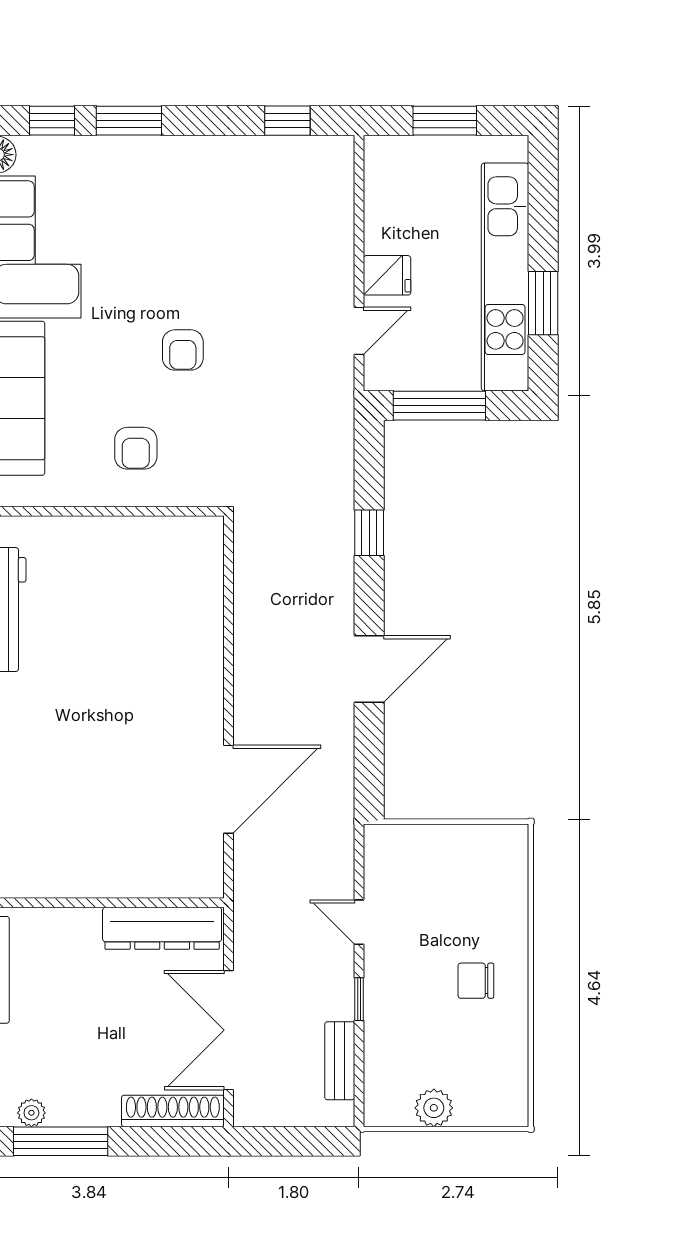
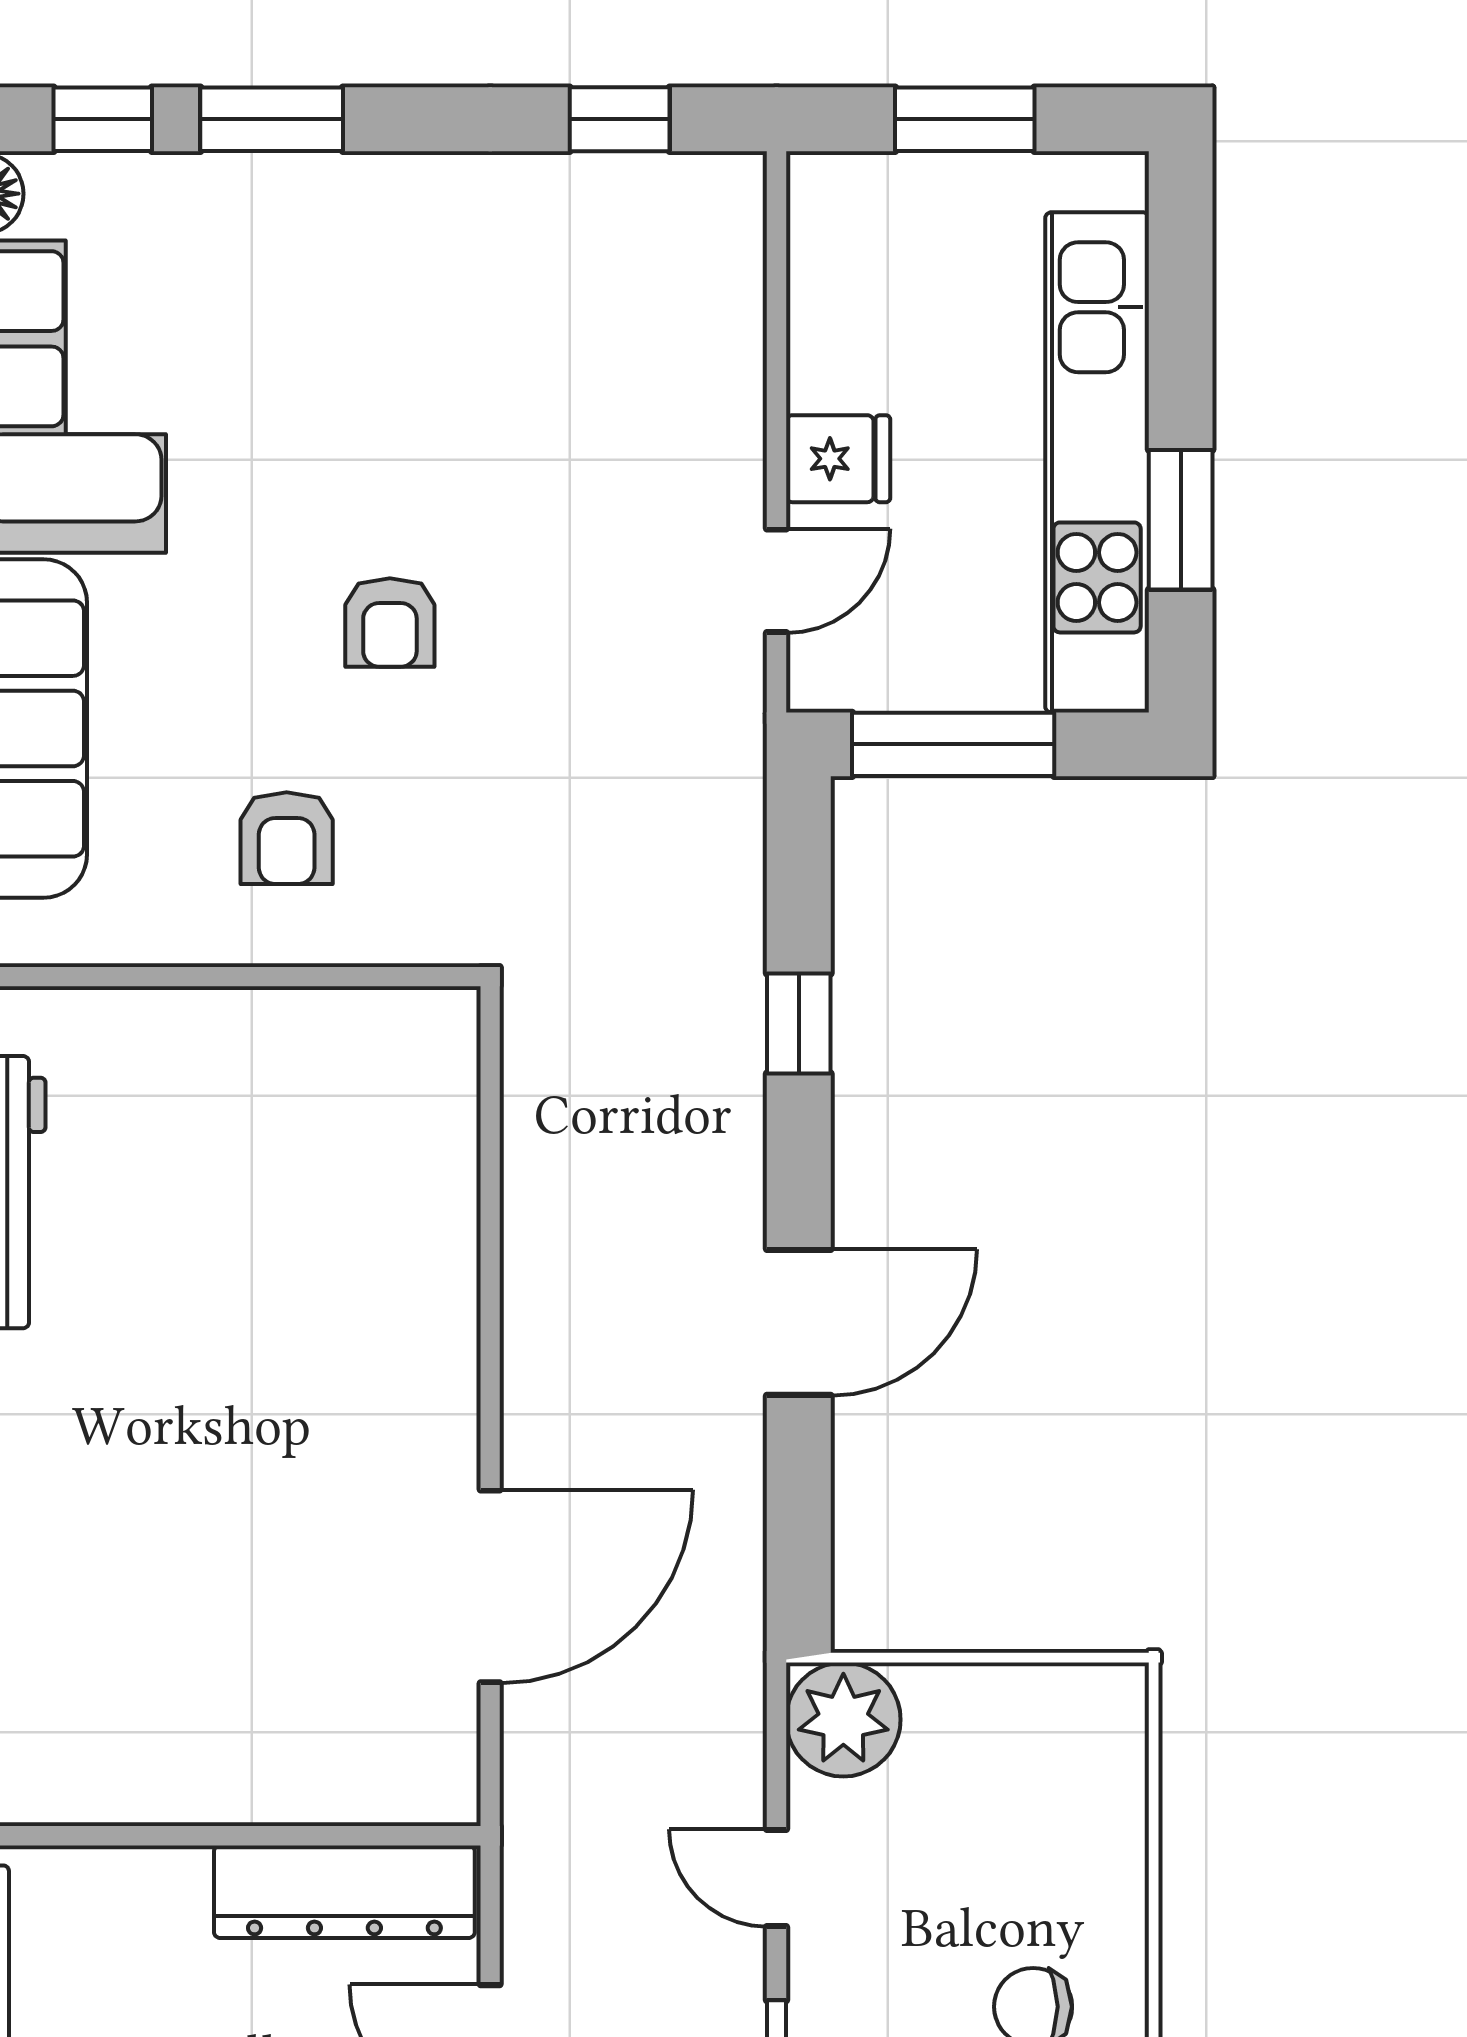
plant: (389, 850) -> (843, 1720), added

